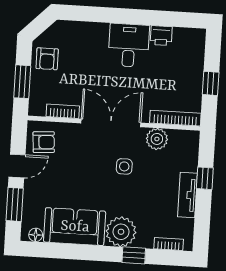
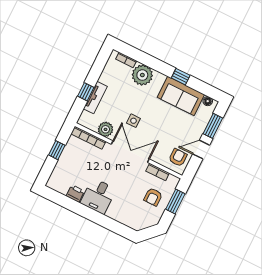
armchair: (47, 59) -> (153, 197), moved, turned 180
double door: (111, 123) -> (130, 152), swing flipped
armchair: (44, 142) -> (178, 158), turned 94
tv unit: (187, 195) -> (95, 98), moved
plant: (121, 232) -> (142, 75), moved
window: (134, 255) -> (181, 77), moved

